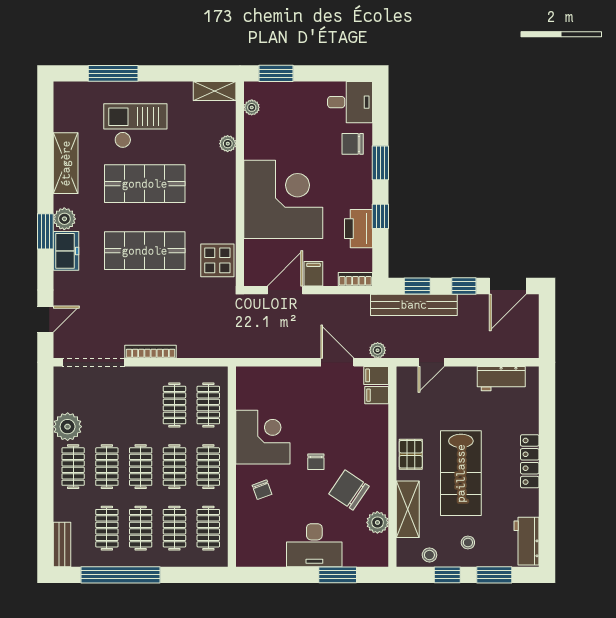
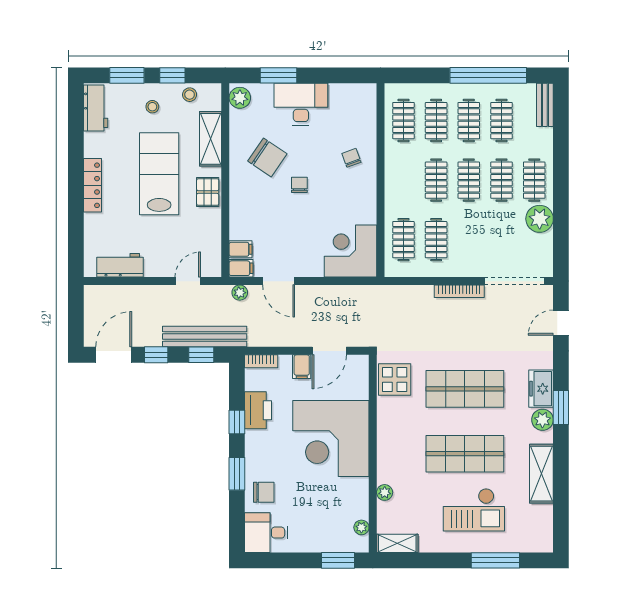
corner desk: (263, 437) -> (351, 251), moved, turned 90
clothes rail: (208, 467) -> (403, 180), removed
plant: (377, 522) -> (240, 98), moved

